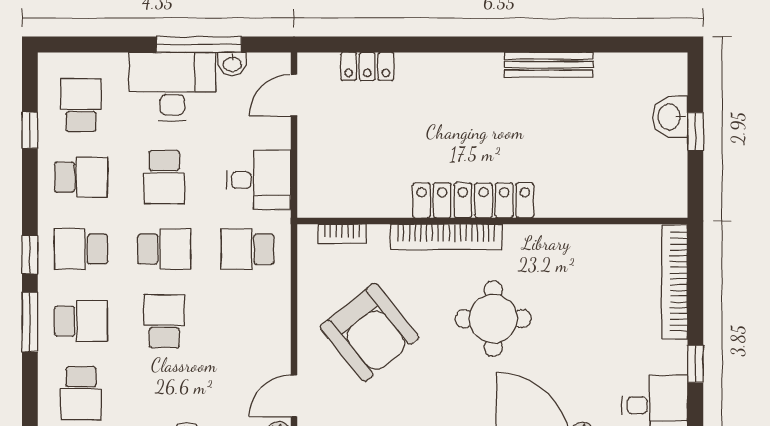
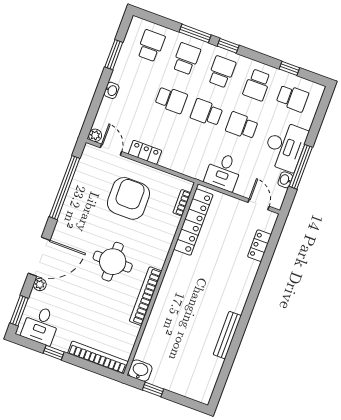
washbasin: (670, 117) -> (140, 371), moved
window: (695, 131) -> (153, 389), moved
locker: (473, 200) -> (193, 222), moved
bookcase: (446, 237) -> (146, 296), moved
school desk: (164, 249) -> (207, 113), turned 90
school desk: (247, 249) -> (191, 154), removed
school desk: (81, 321) -> (186, 59), turned 180
armchair: (369, 332) -> (128, 198), turned 129
locker: (276, 333) -> (145, 152), added
school desk: (81, 393) -> (151, 46), turned 90

